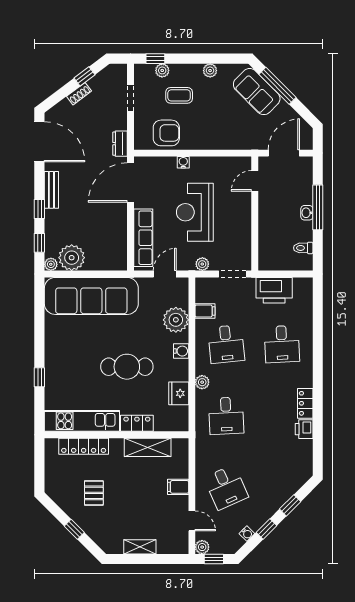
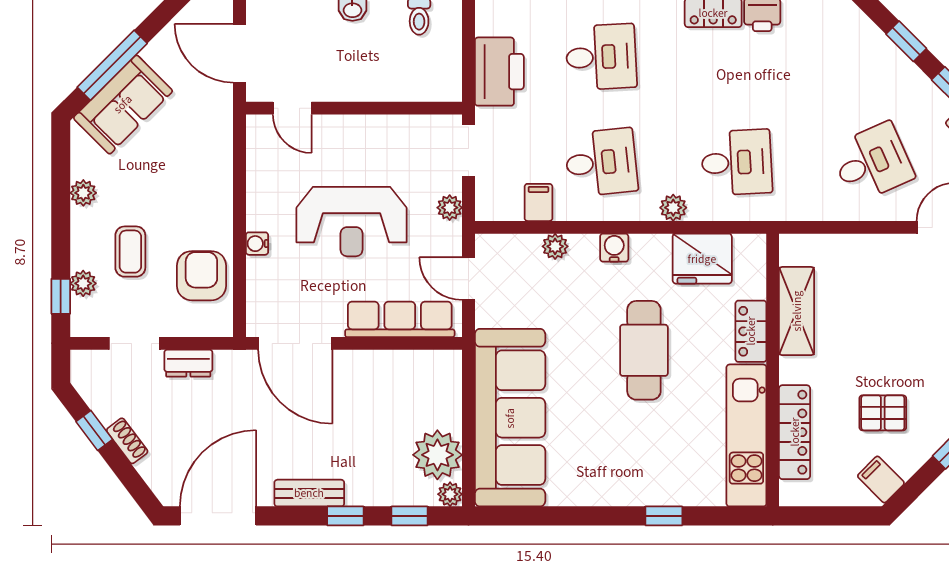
dresser: (120, 144) -> (188, 363), moved
plant: (176, 320) -> (555, 246), width x0.53, depth x0.53
fridge: (179, 393) -> (702, 259), width x1.36, depth x1.34
filing cabinet: (178, 487) -> (881, 479), moved, turned 135

